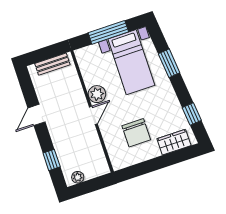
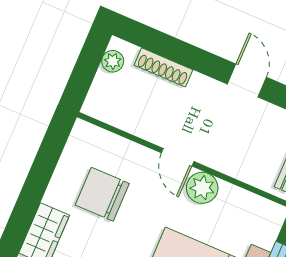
shoe rack: (62, 154) -> (164, 67), added
window: (52, 160) -> (168, 47), removed

